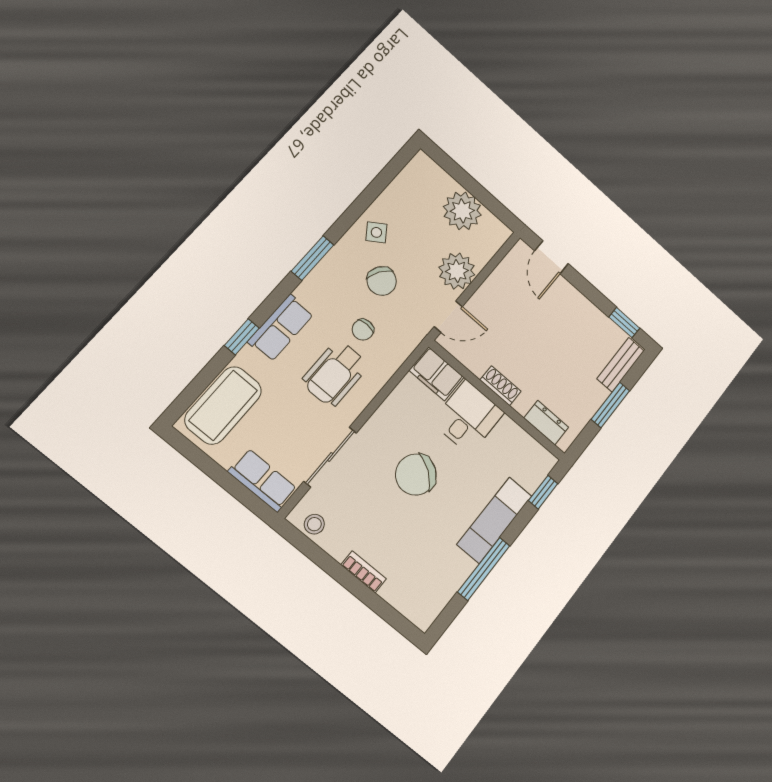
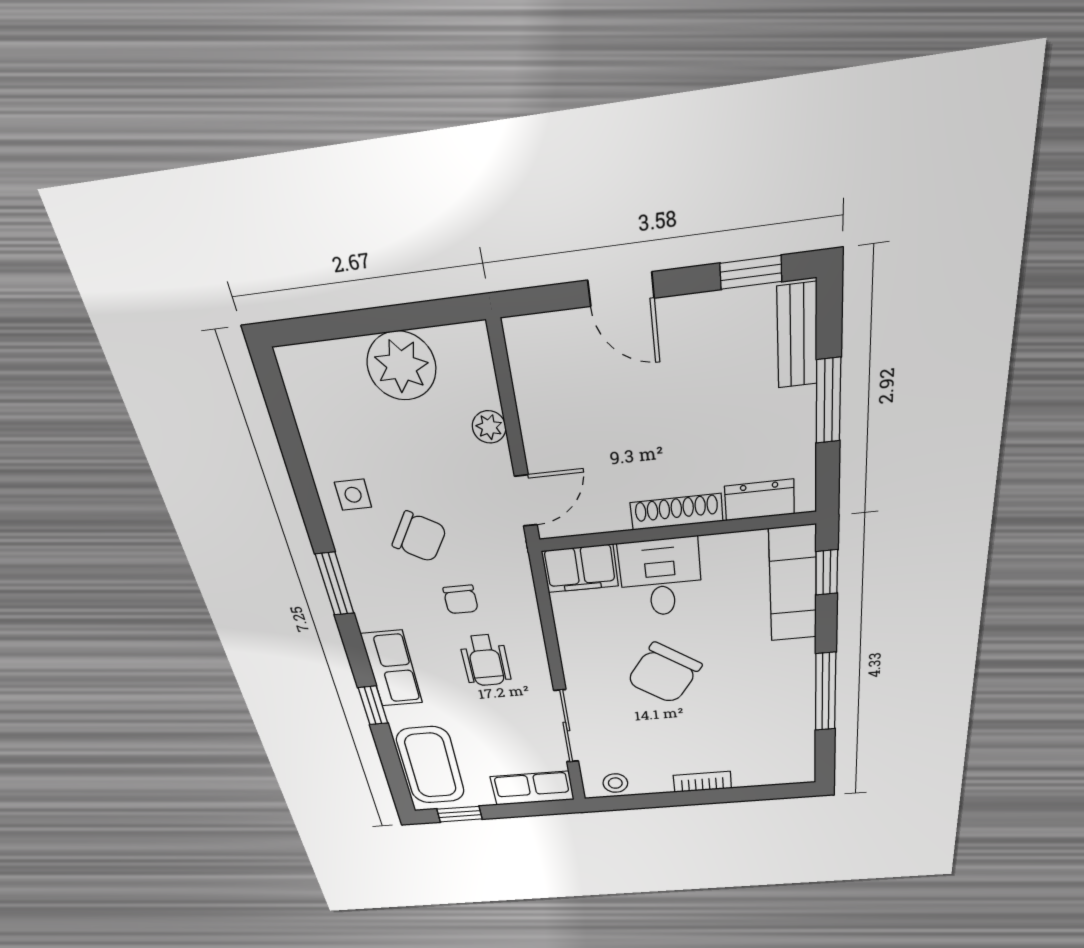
side table: (376, 232) -> (353, 495), turned 35
door: (552, 257) -> (621, 289), moved
plant: (457, 271) -> (489, 427), width x0.53, depth x0.53
wheelchair: (335, 374) -> (485, 660), width x0.73, depth x0.73
shoe rack: (500, 386) -> (677, 512), width x1.43
window: (196, 456) -> (460, 814), added
exam couch: (494, 520) -> (793, 584), moved

